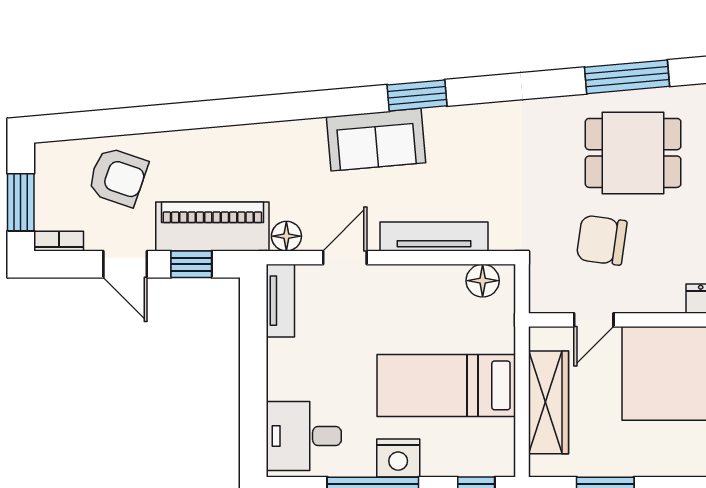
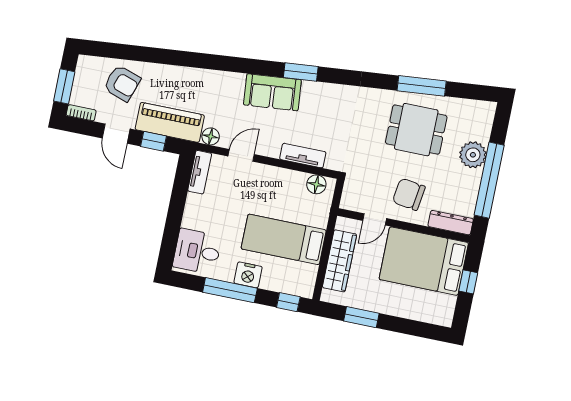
tv unit: (434, 236) -> (303, 156), width x0.71
chair: (602, 240) -> (409, 194), moved

